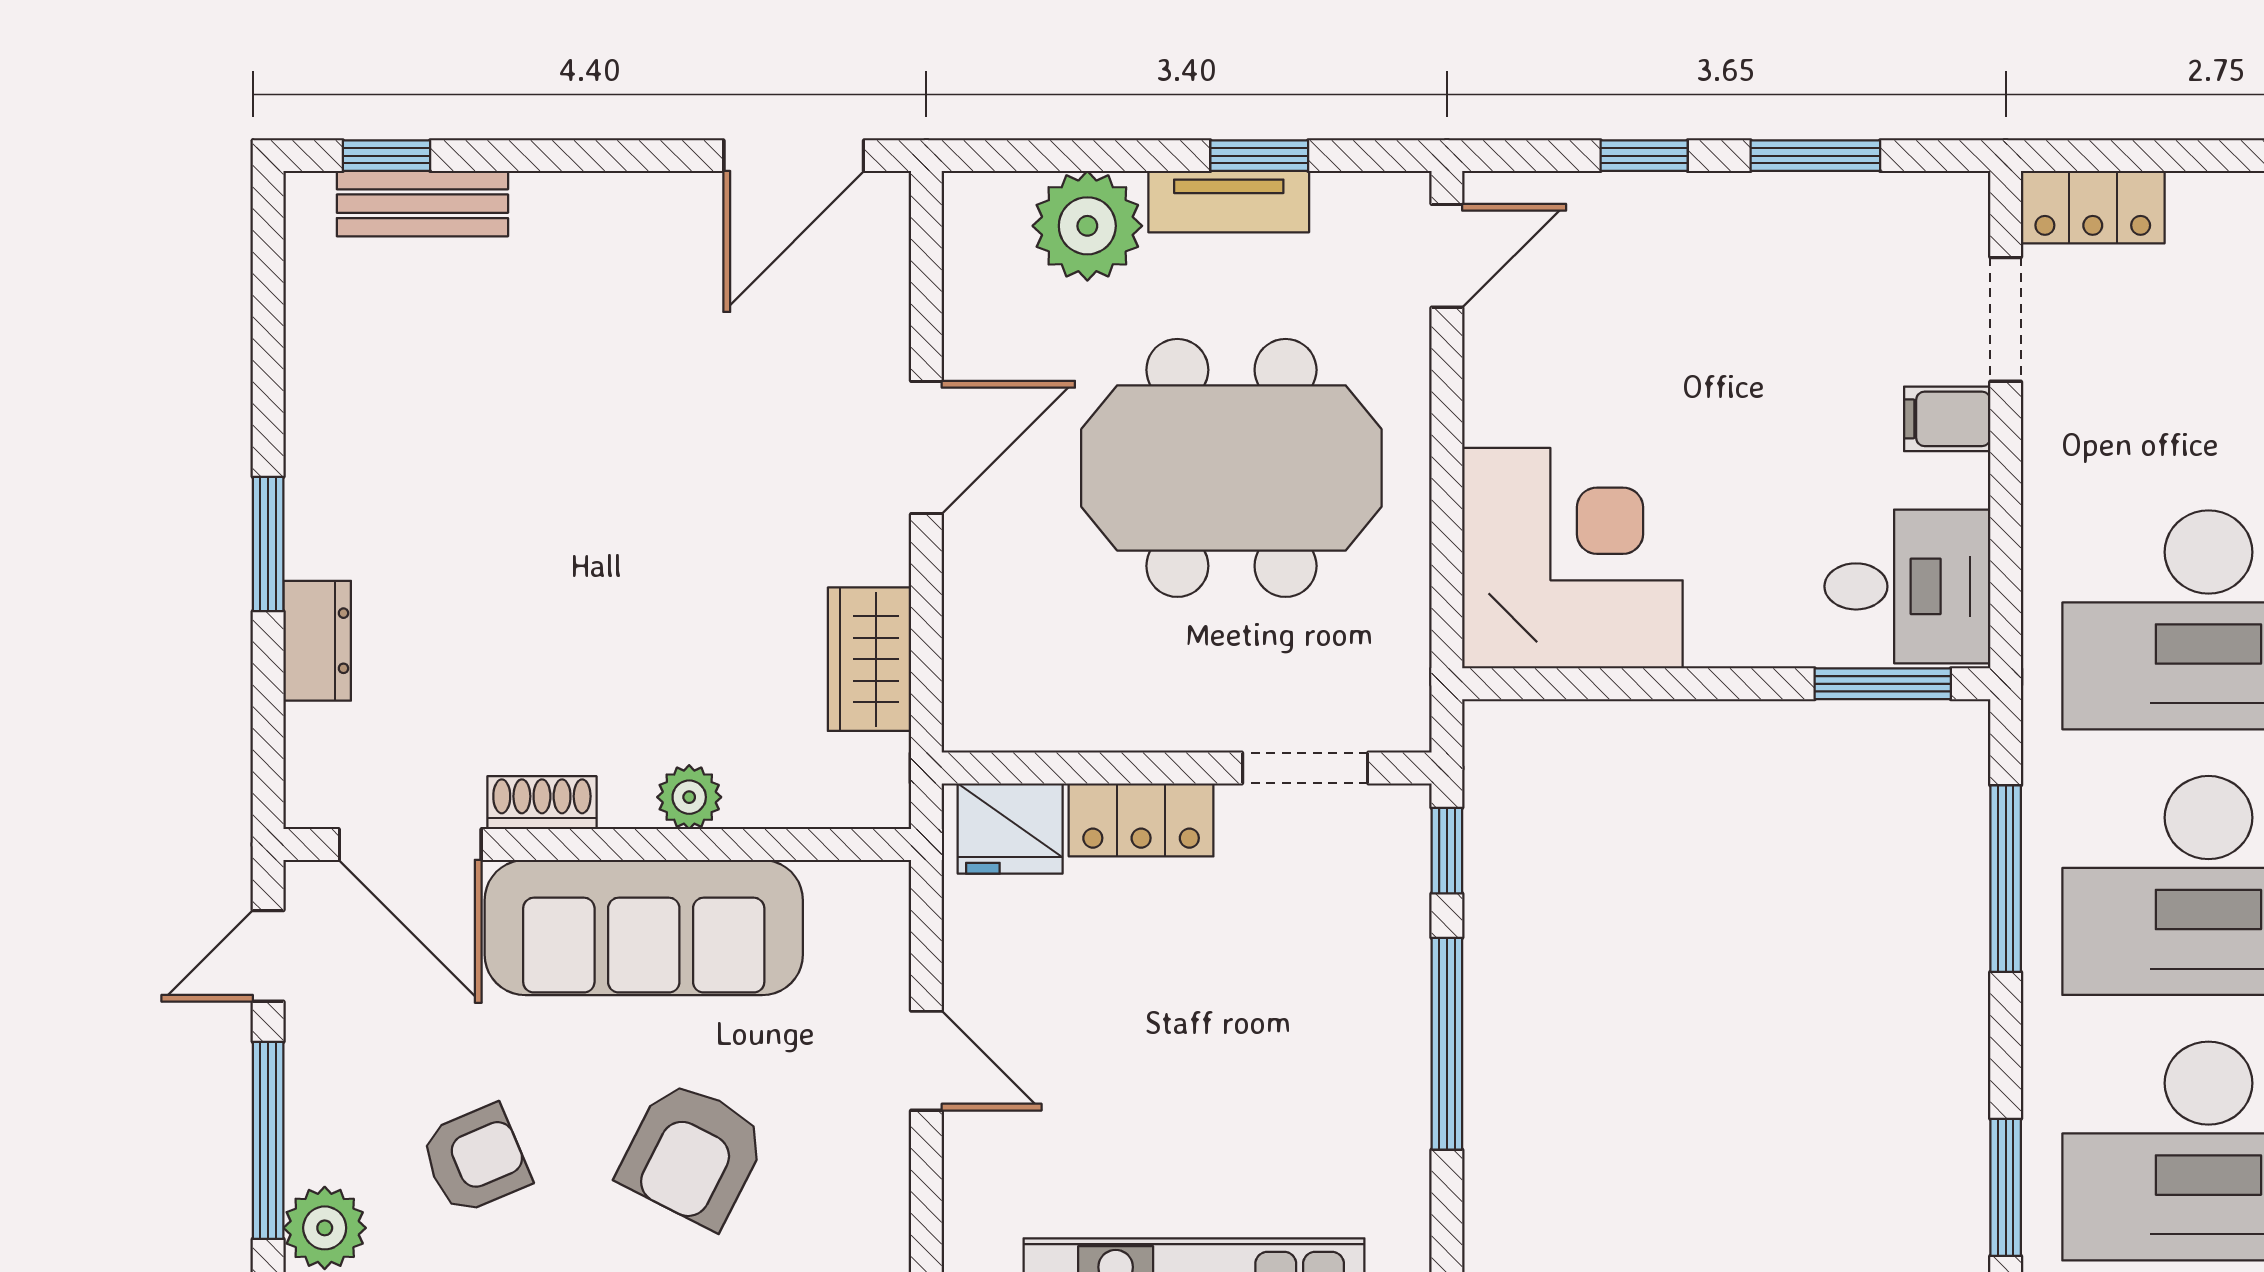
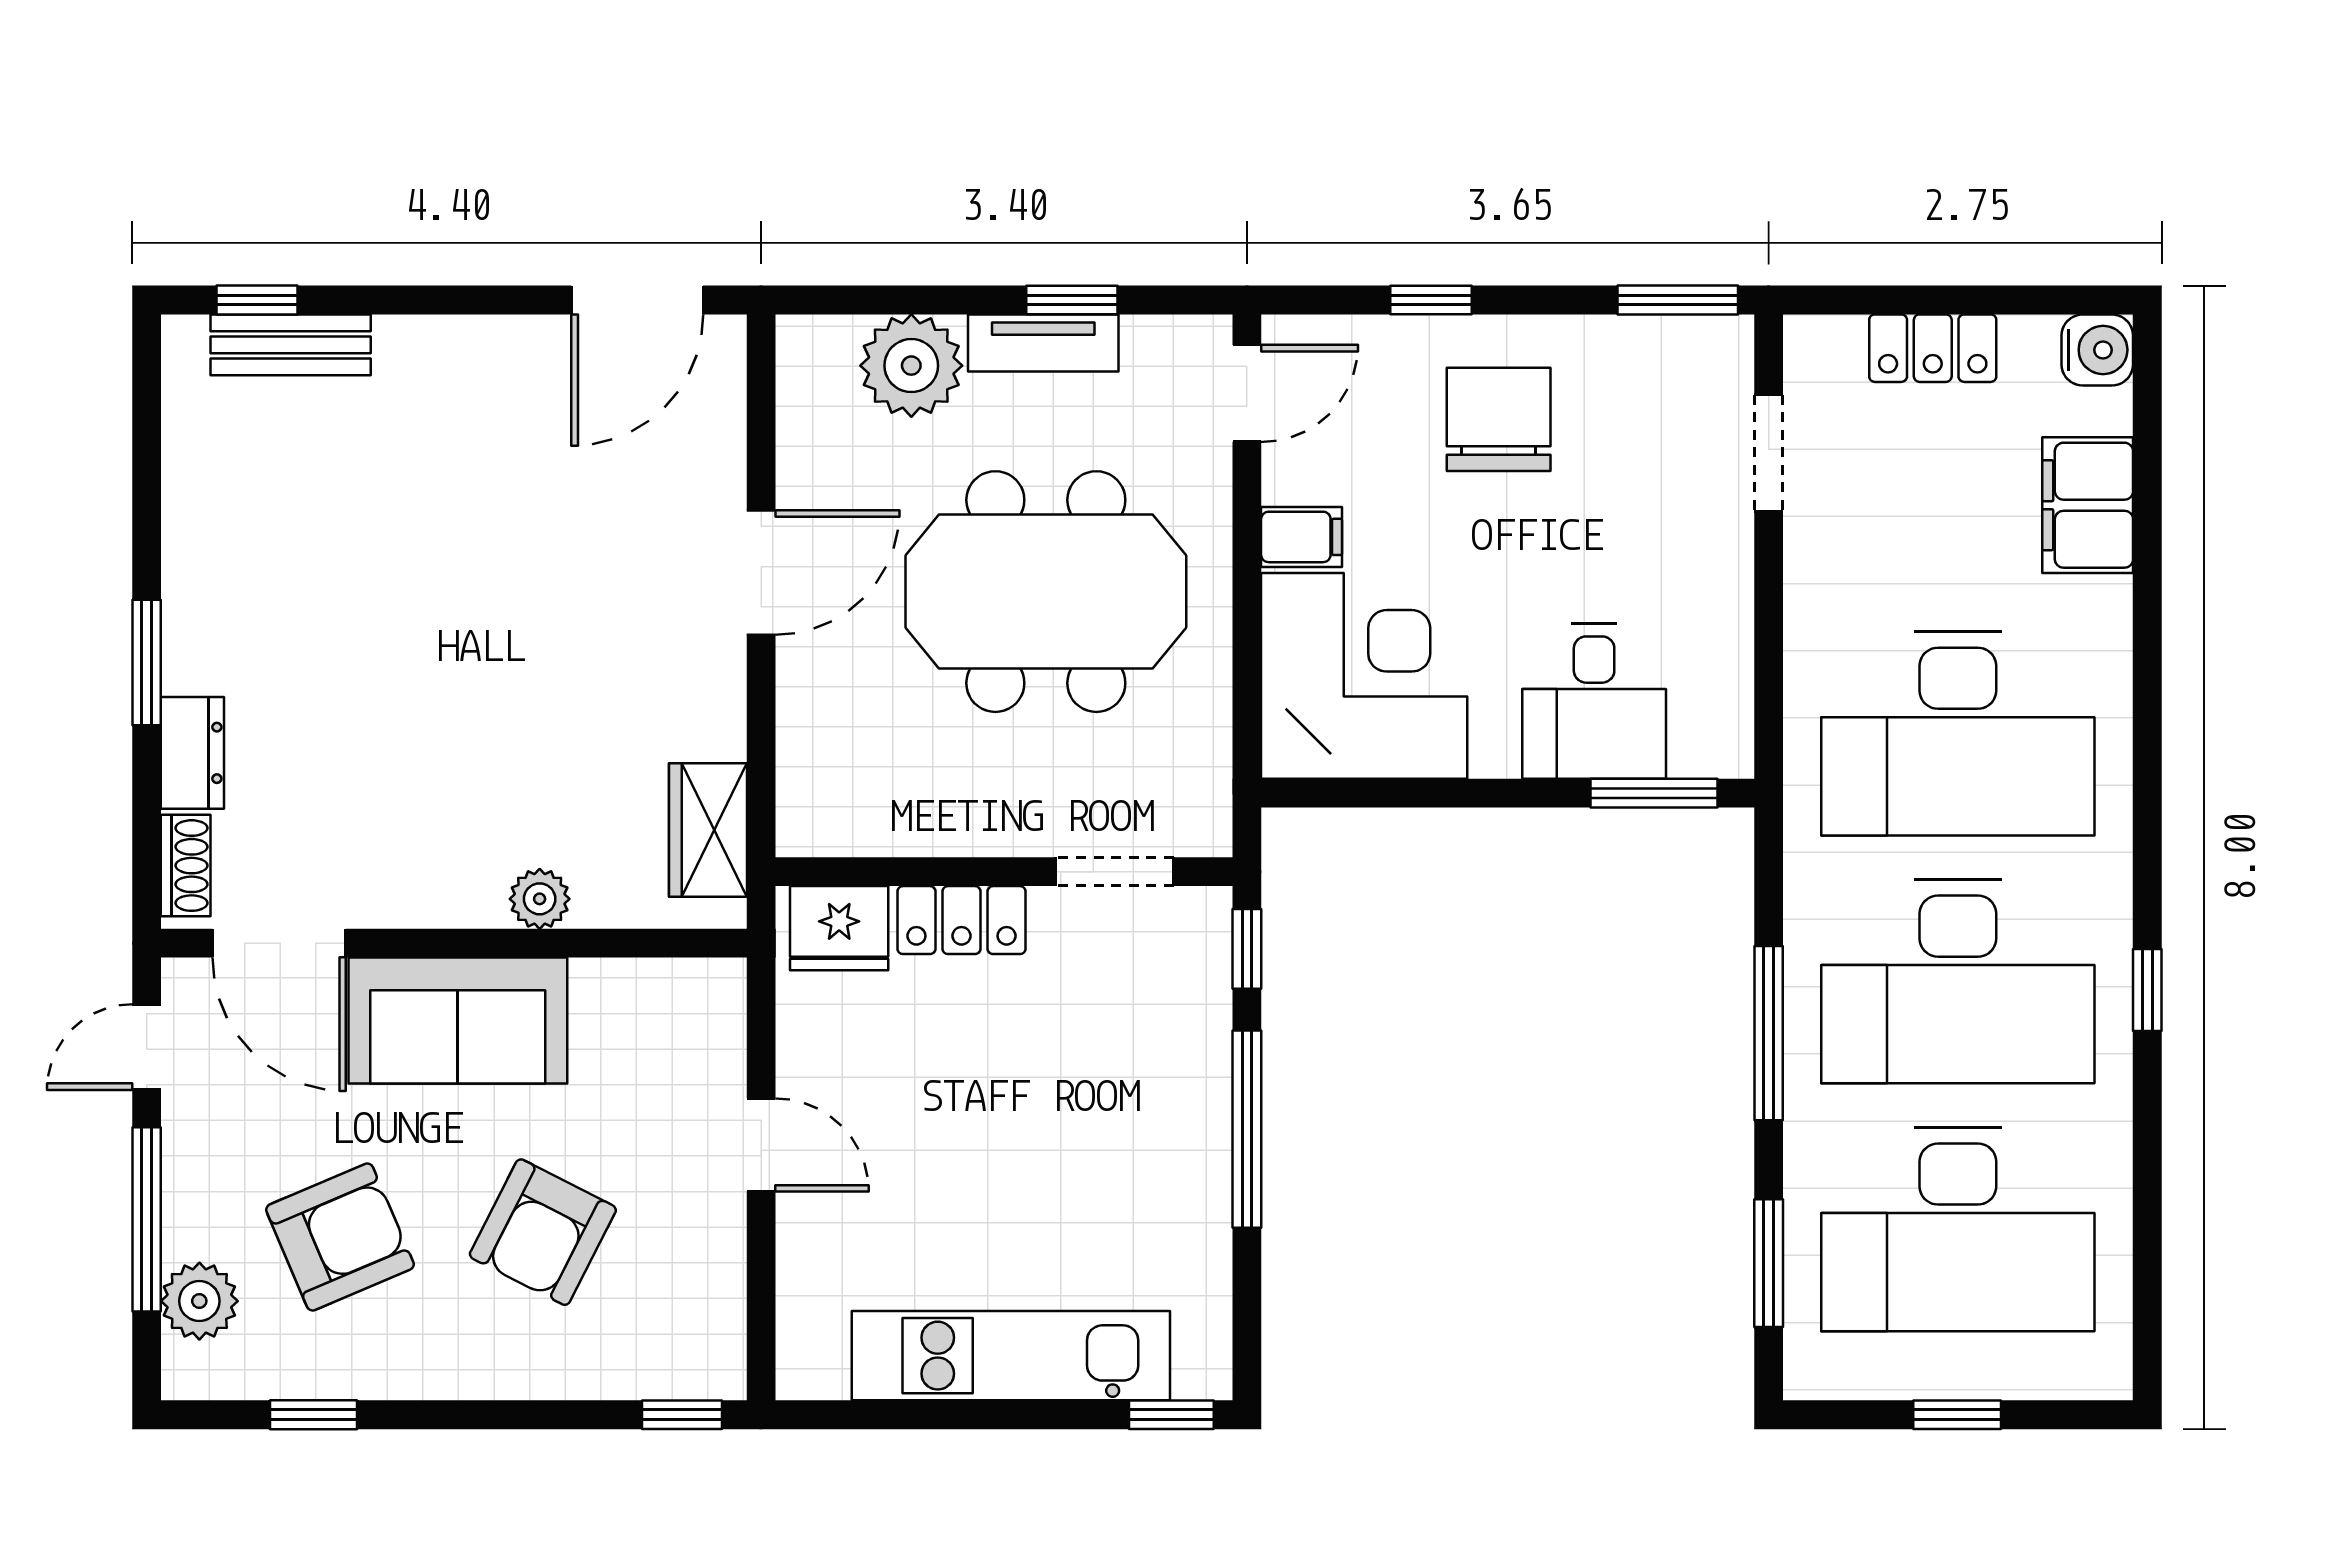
window: (1815, 156) -> (1678, 300), moved
locker: (2093, 207) -> (1933, 348), moved
chair: (1717, 284) -> (1499, 419), added
filing cabinet: (1947, 419) -> (1301, 537), moved, turned 180
desk: (1907, 586) -> (1594, 701), moved, turned 90
wardrobe: (869, 659) -> (708, 830), moved
shoe rack: (542, 803) -> (186, 866), moved, turned 90
window: (2006, 879) -> (1769, 1033), moved
sofa: (644, 927) -> (458, 1021), width x0.73
armchair: (475, 1159) -> (340, 1237), width x1.38, depth x1.38

